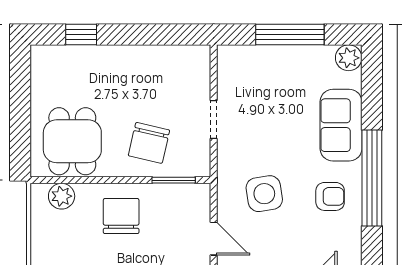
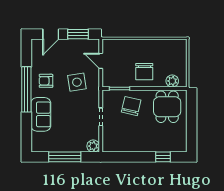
plant: (349, 58) -> (93, 146), moved

